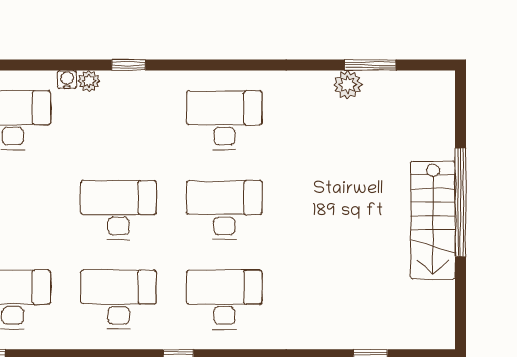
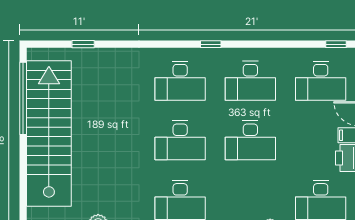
window: (461, 202) -> (23, 98), moved
stairs: (433, 220) -> (49, 134), width x1.86, depth x1.51

